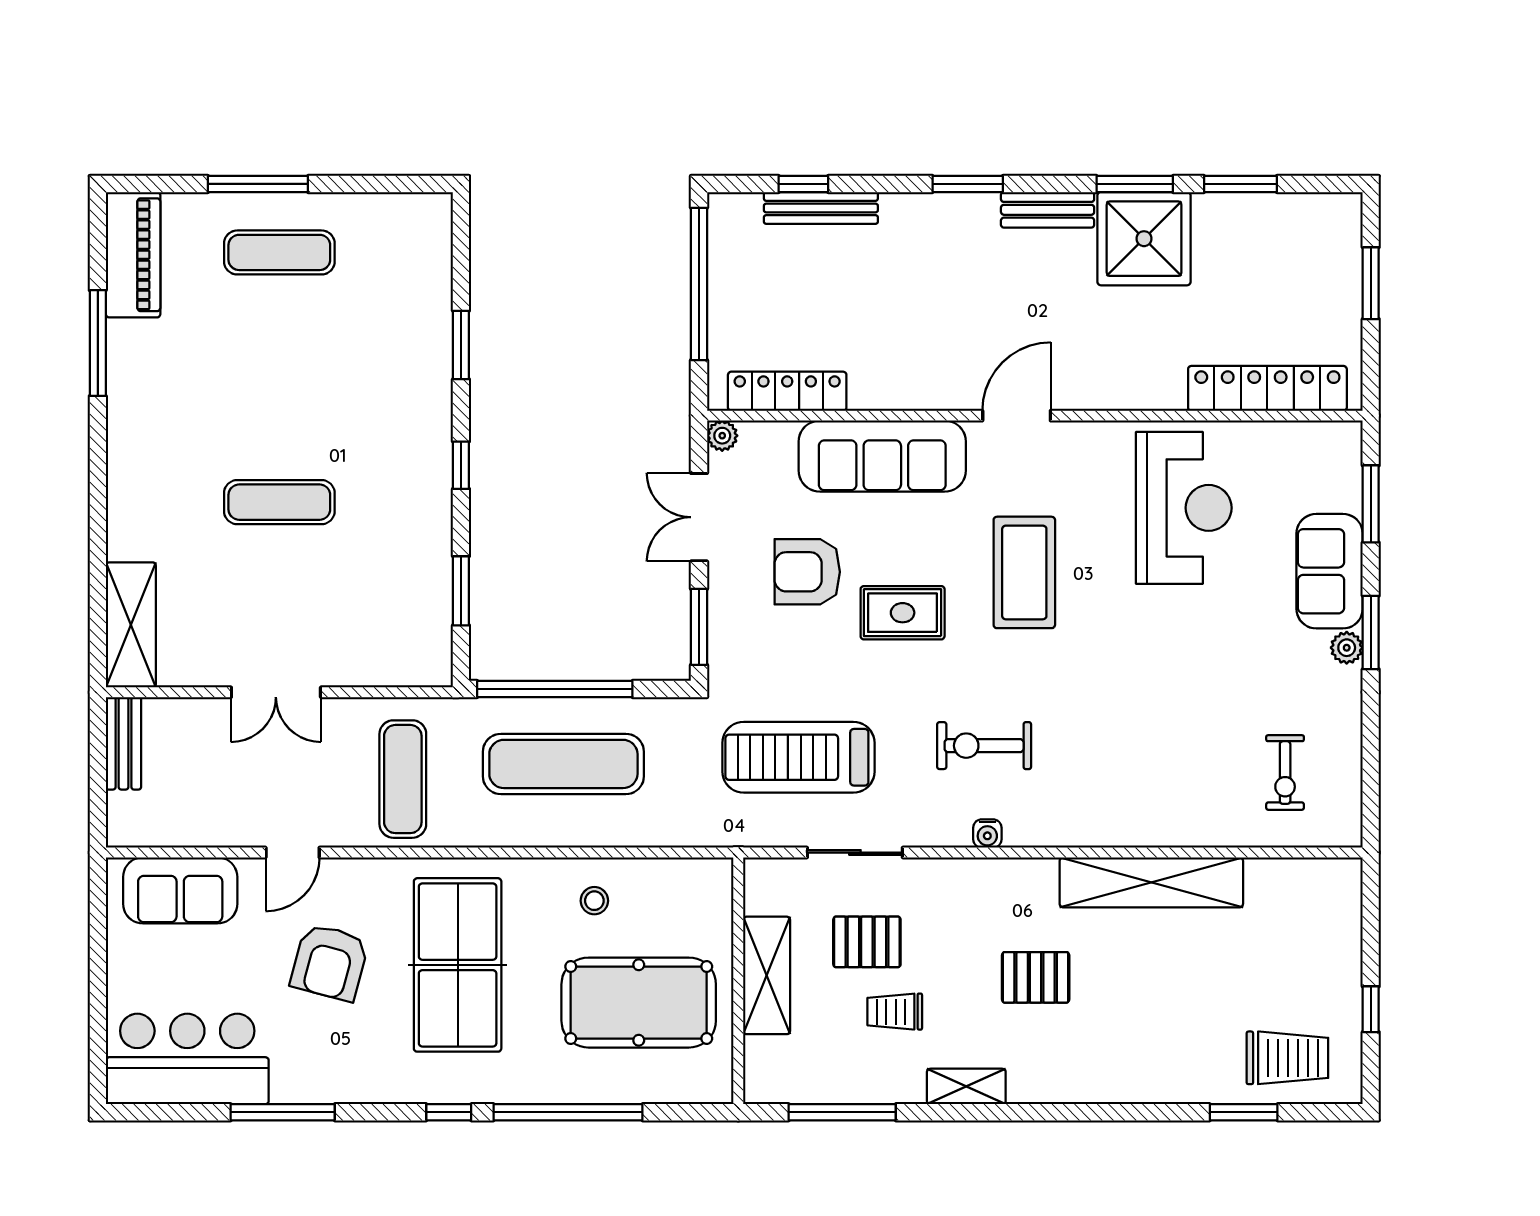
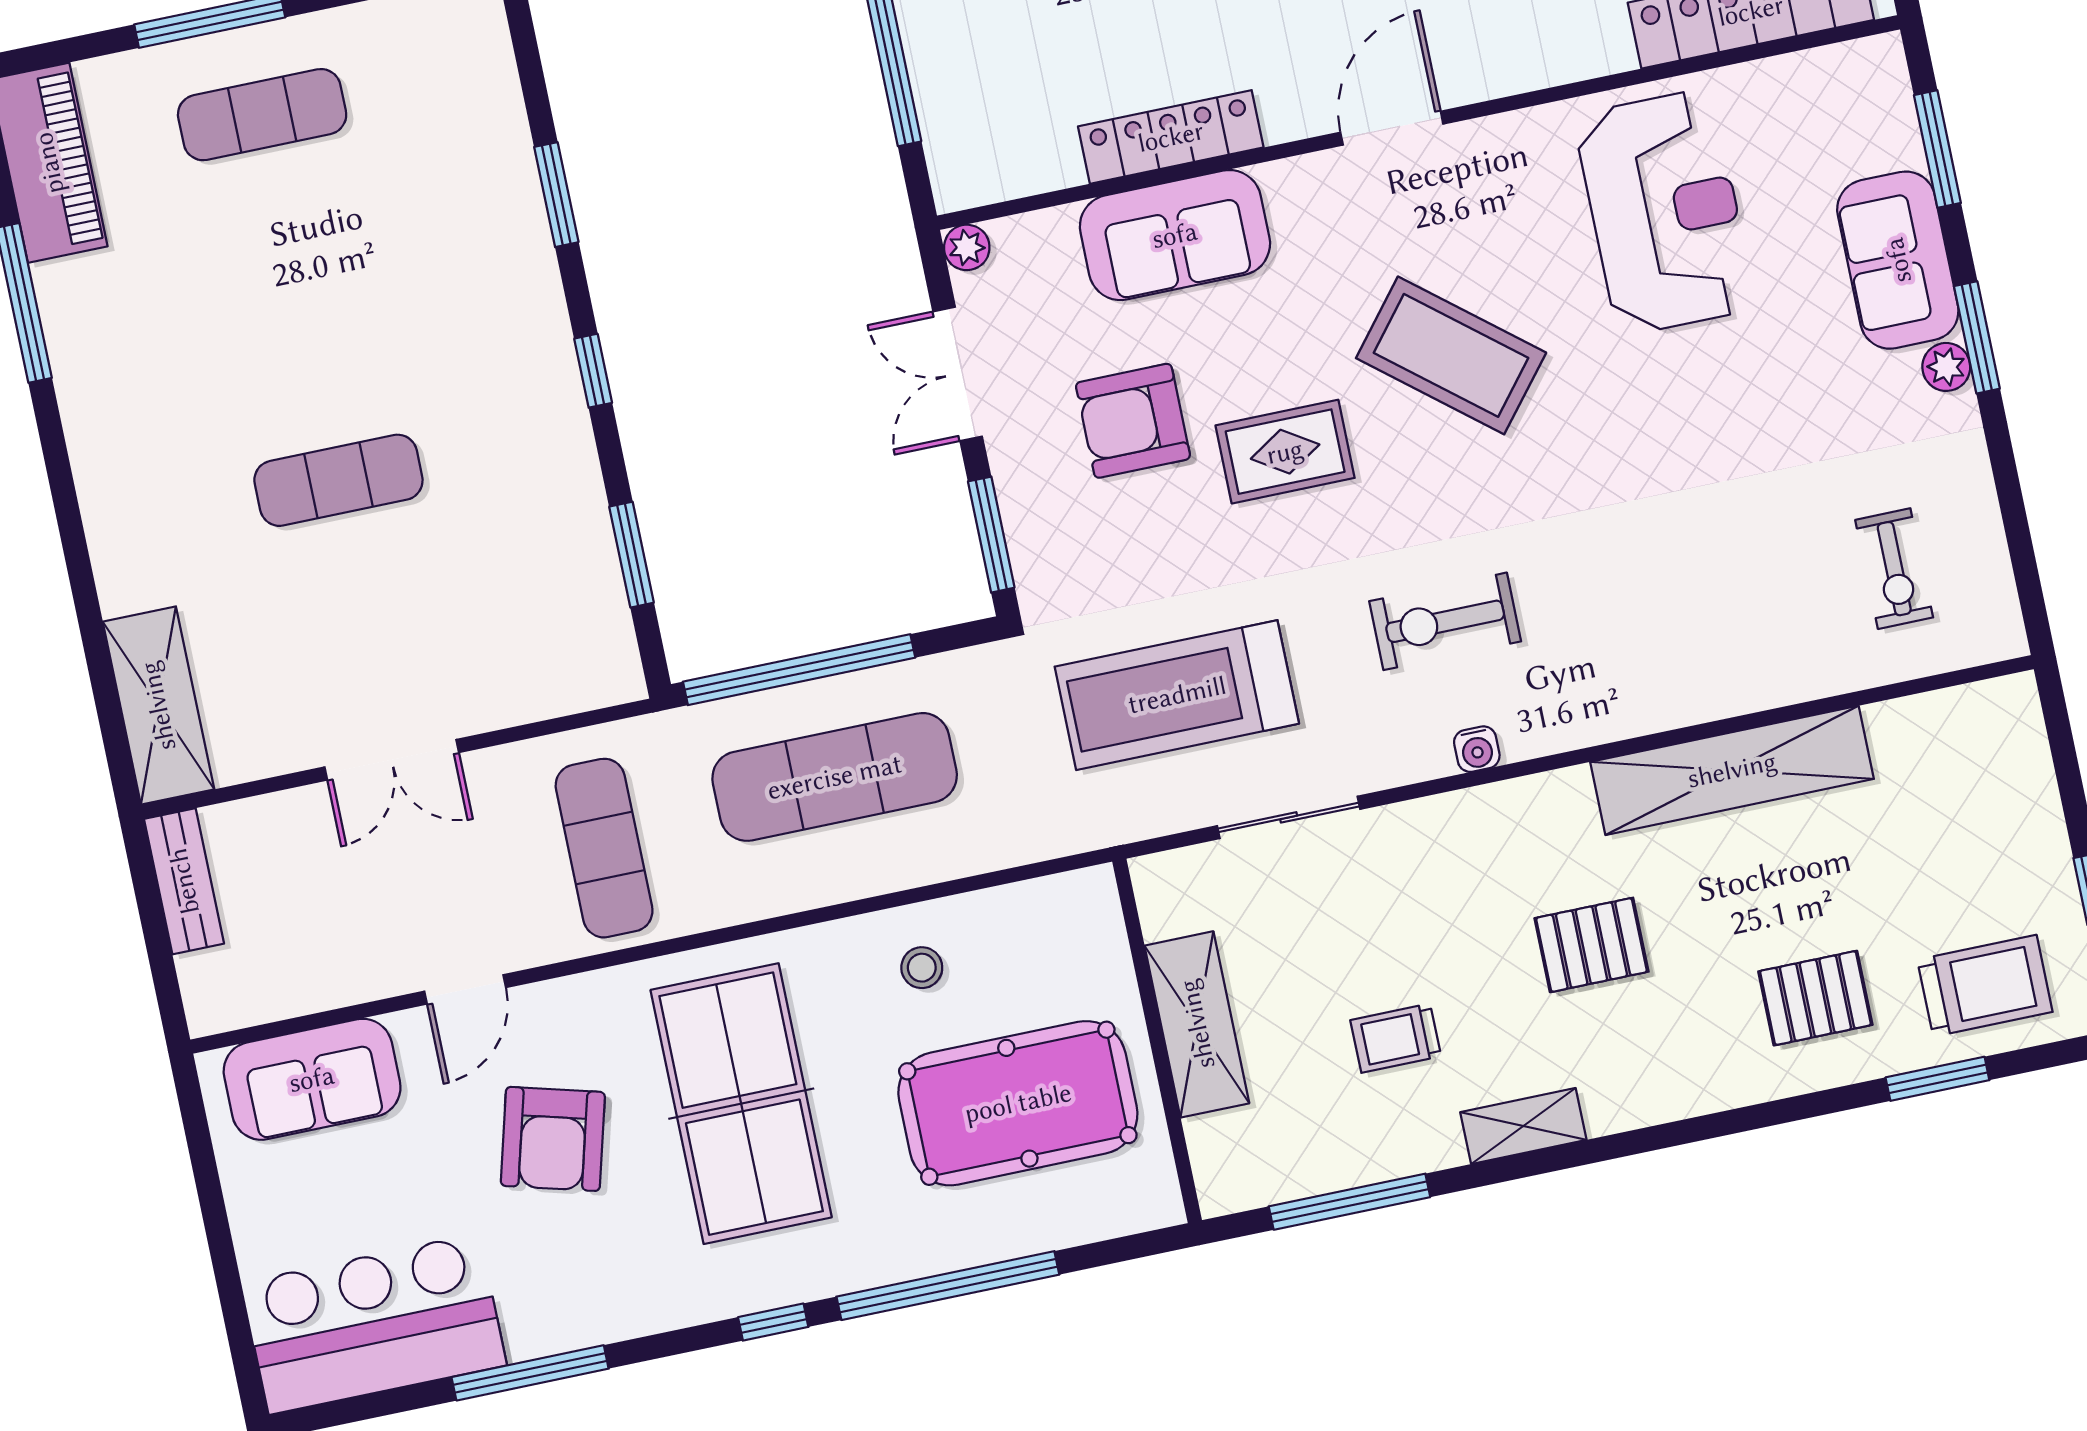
locker: (787, 391) -> (1171, 137), moved
sofa: (882, 456) -> (1175, 235), width x0.73
coffee table: (1024, 572) -> (1451, 355), turned -51
pallet: (867, 942) -> (1815, 998), moved

